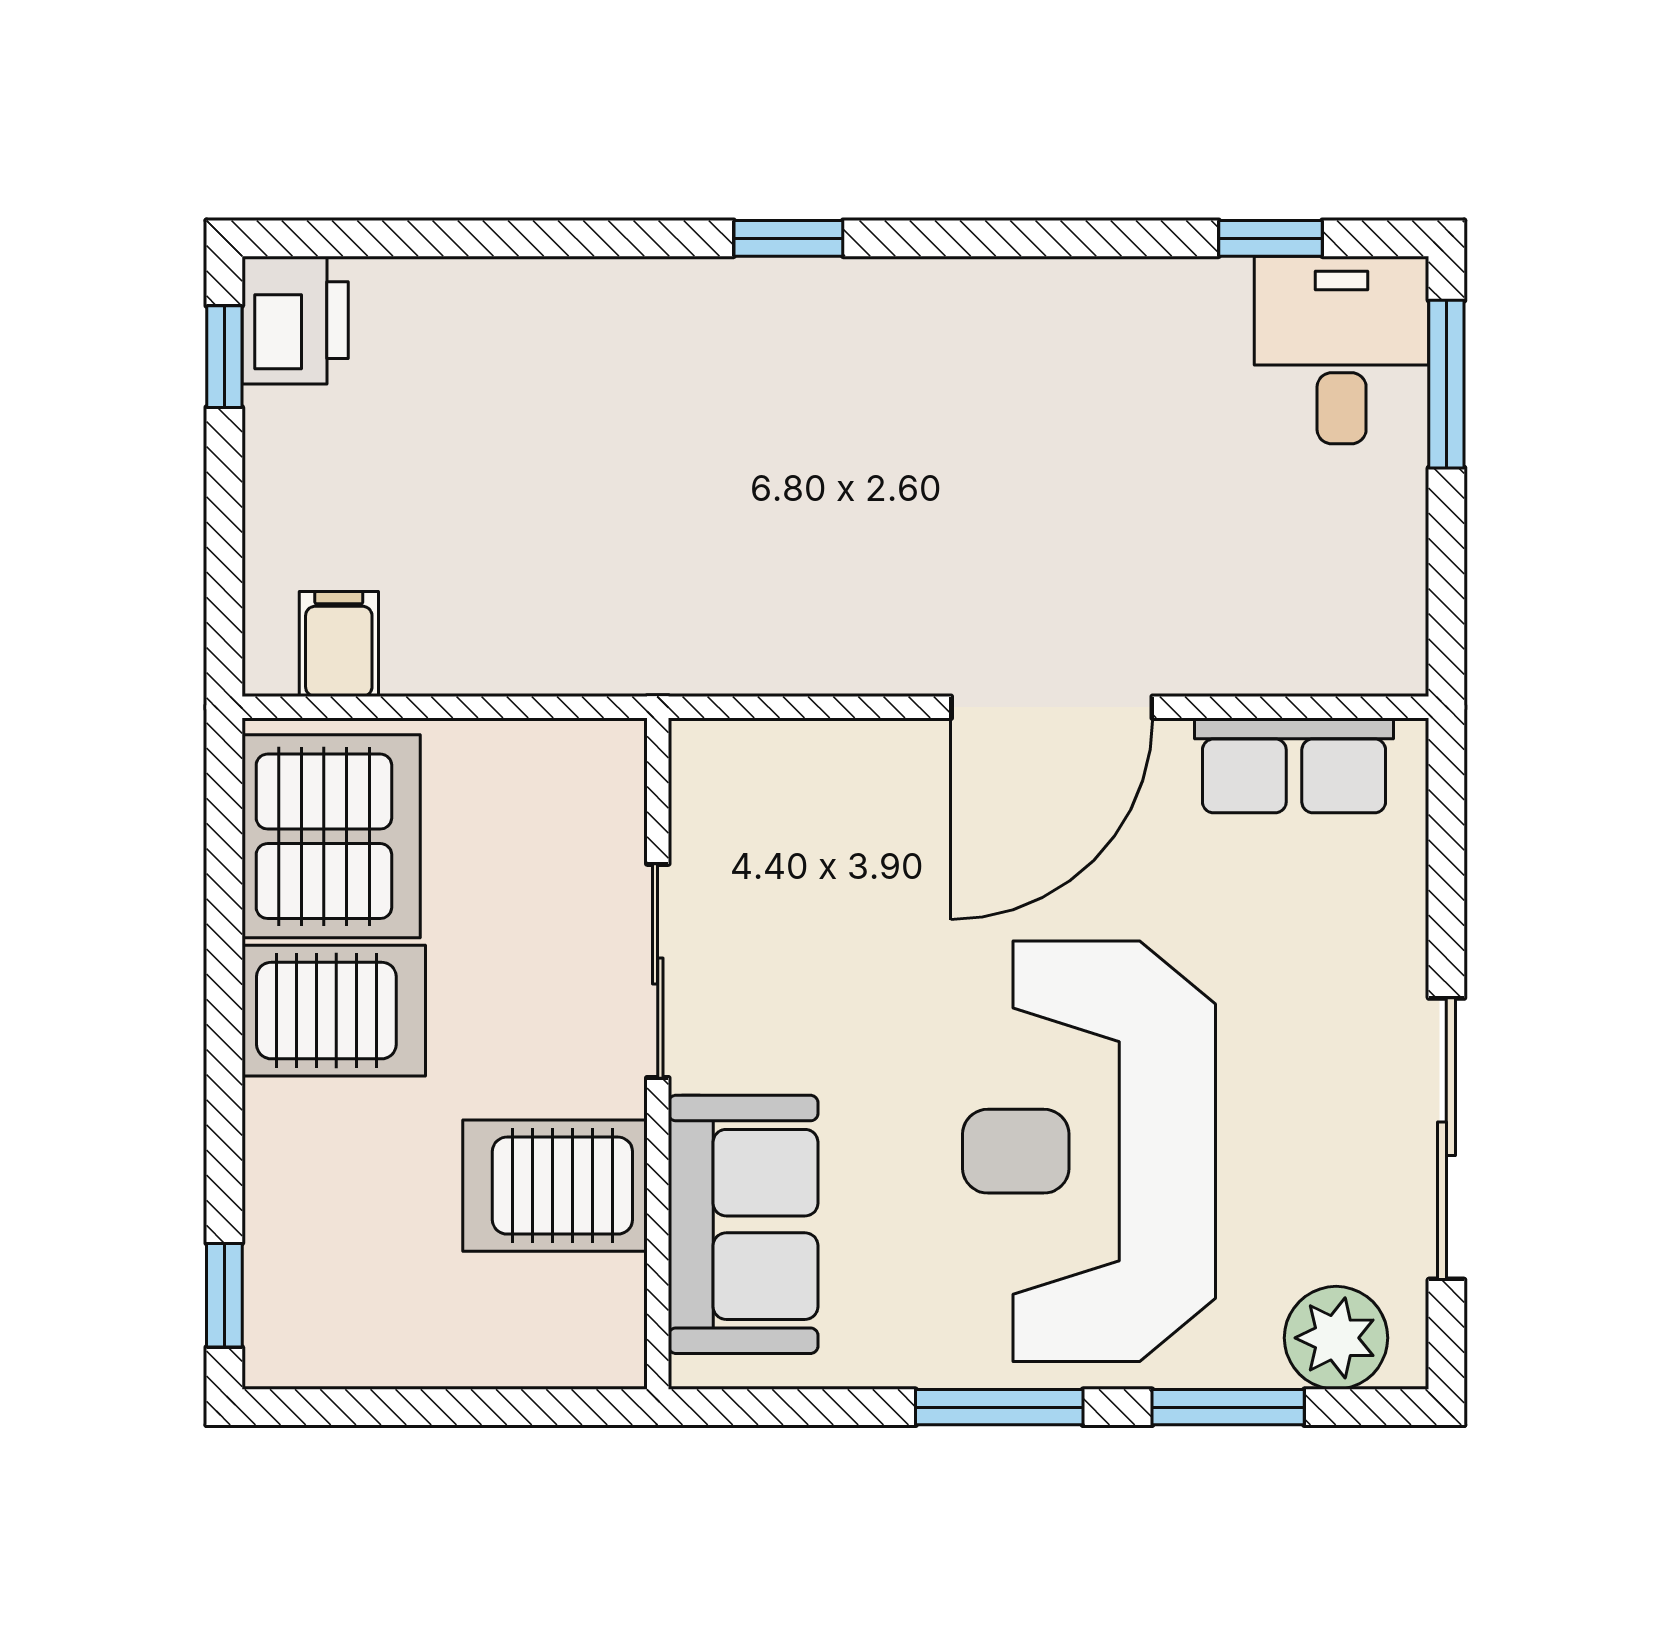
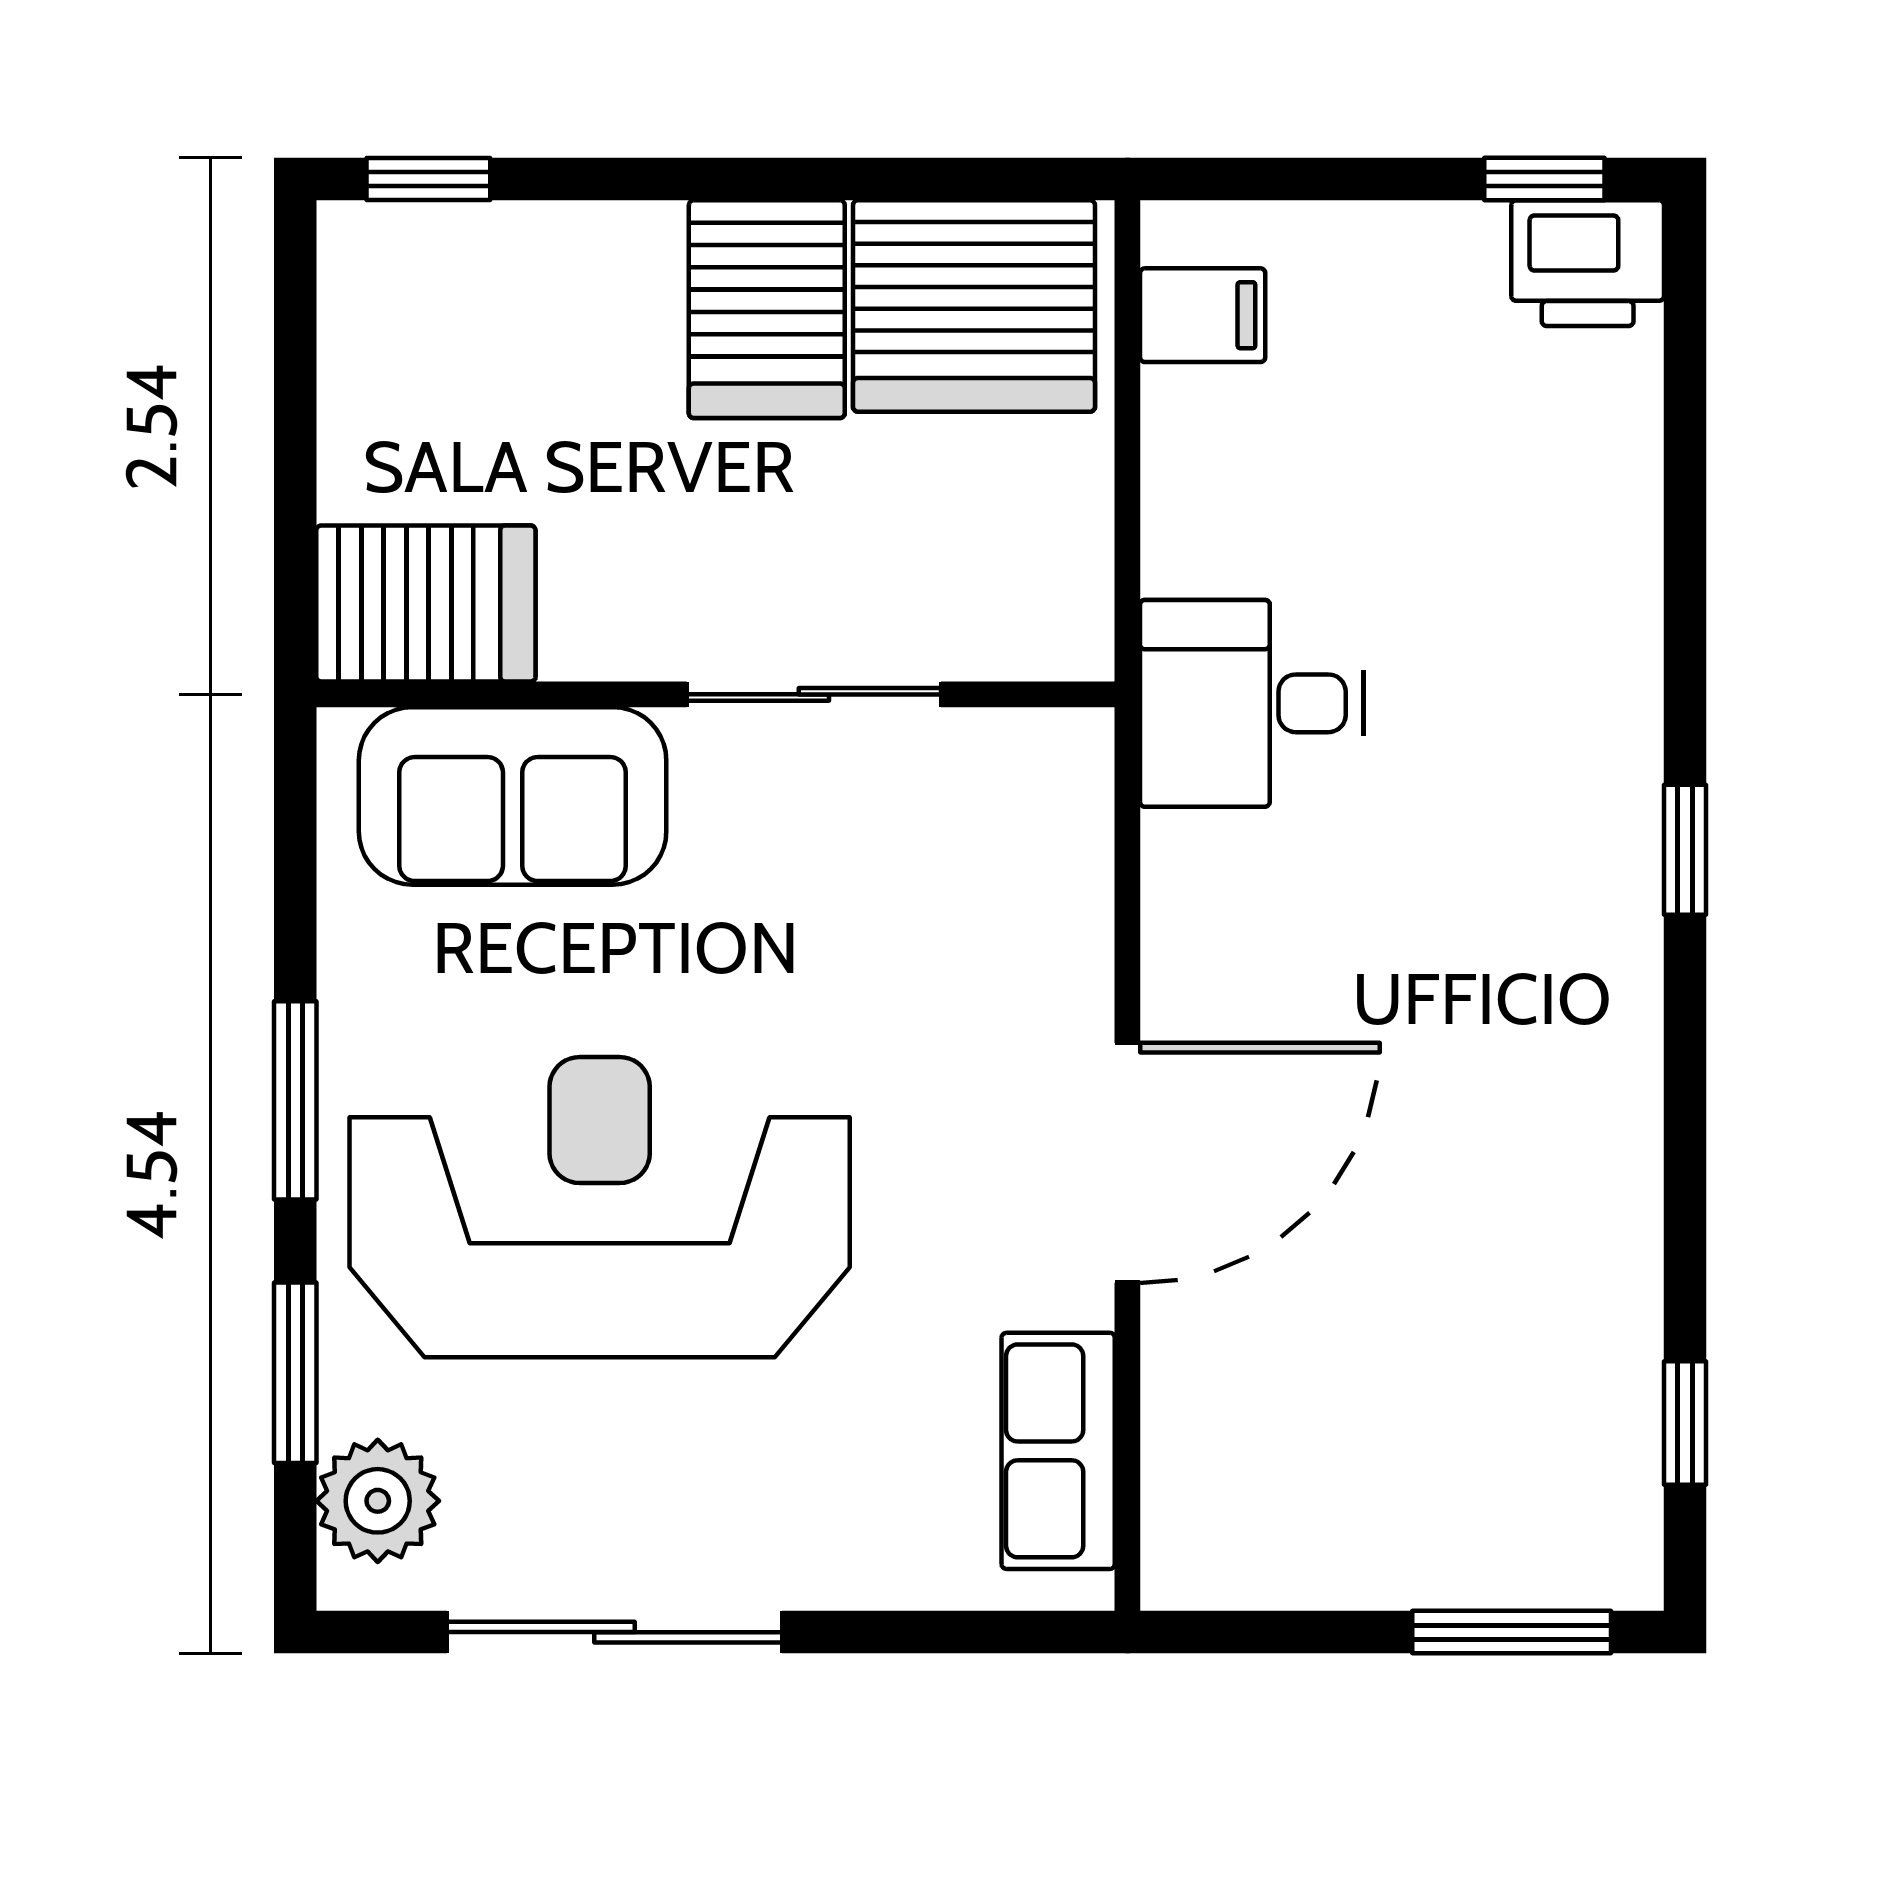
desk: (1342, 350) -> (1252, 703), moved, turned 180
door: (1052, 707) -> (1127, 1163), swing flipped
server rack: (555, 1186) -> (426, 604), moved, turned 90

